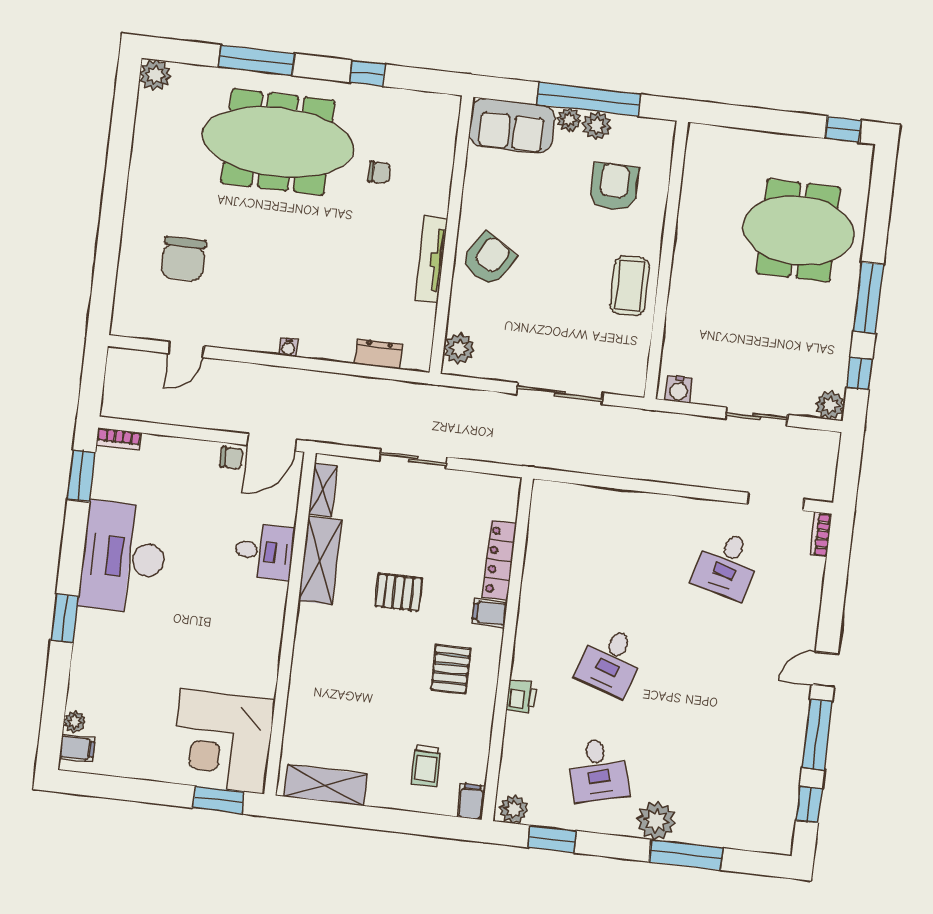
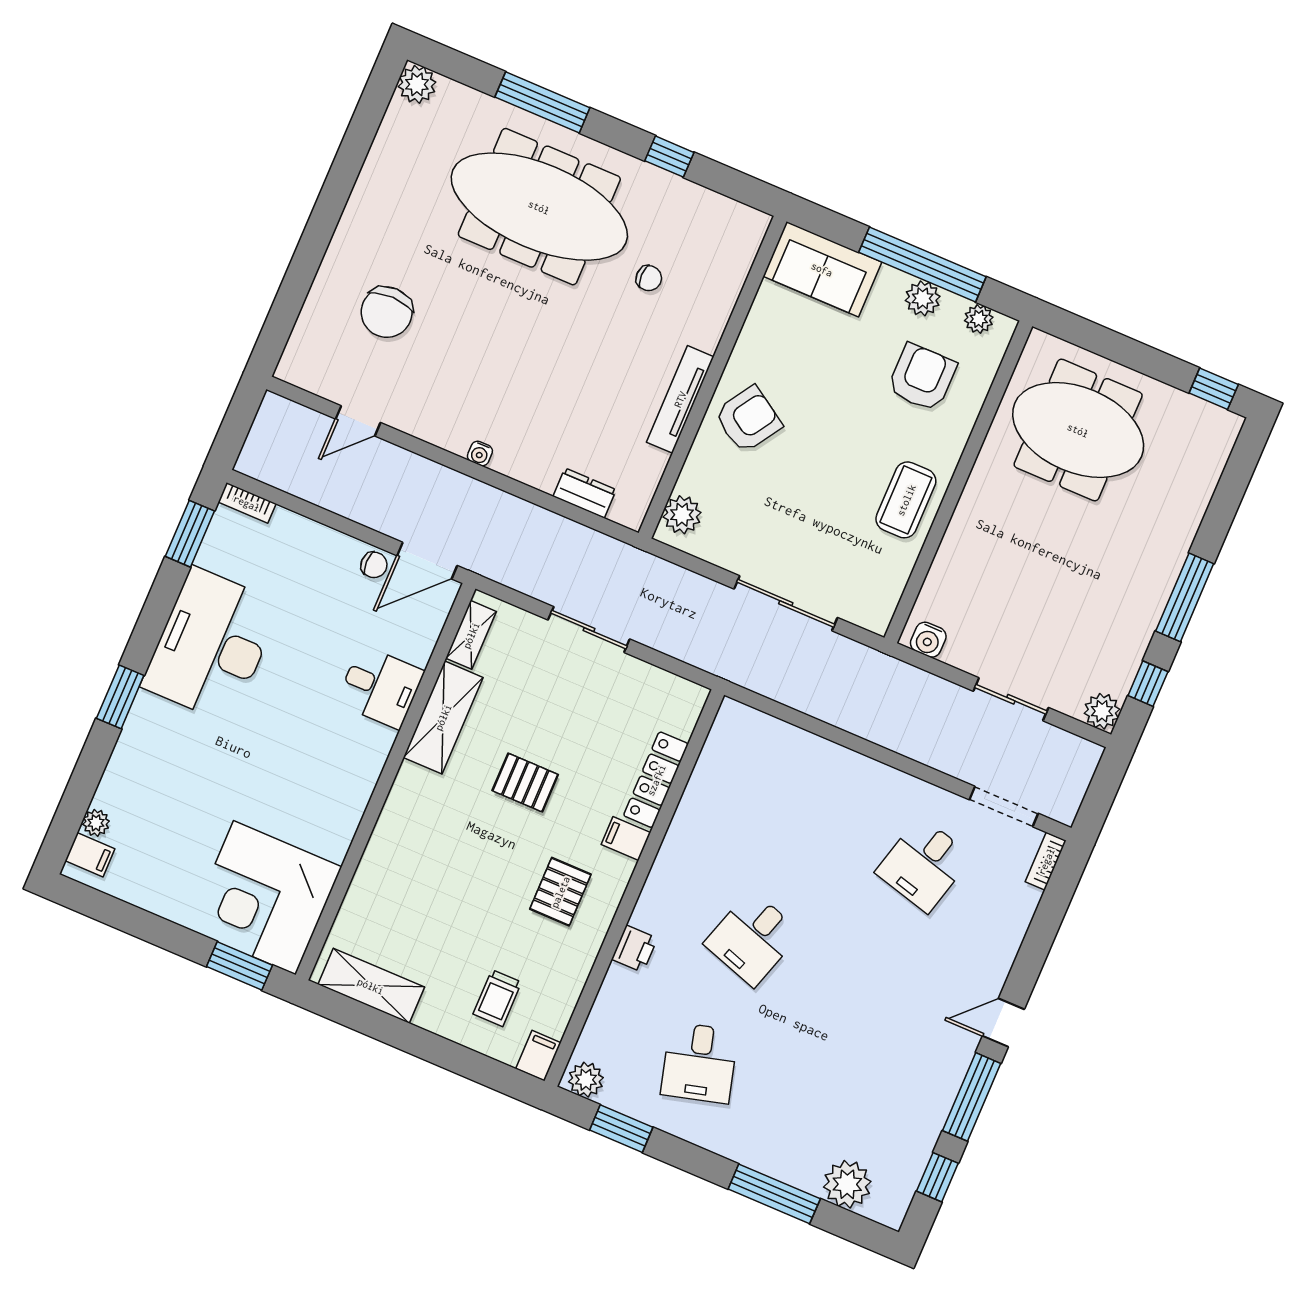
plant: (569, 120) -> (979, 319), moved
meeting table: (798, 230) -> (1078, 430), moved
plant: (656, 821) -> (847, 1184), moved

